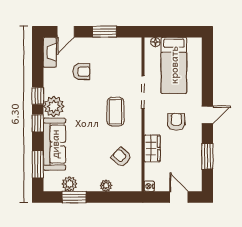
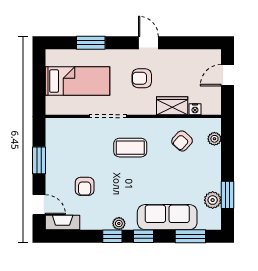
floor lamp: (155, 42) -> (51, 102), removed
armchair: (82, 72) -> (85, 186), turned 180
plant: (54, 107) -> (119, 224), width x0.53, depth x0.53
door: (207, 115) -> (148, 43), moved
window: (207, 156) -> (91, 43), moved
plant: (106, 186) -> (214, 139), moved
nightstand: (149, 186) -> (195, 109), moved

